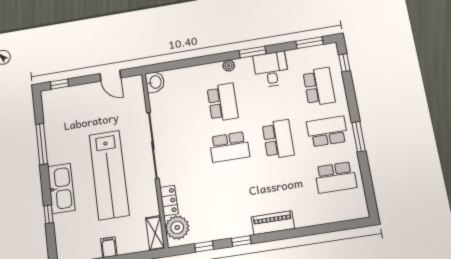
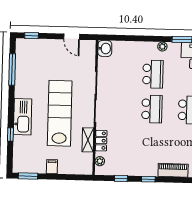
window: (42, 144) -> (12, 70), moved
school desk: (229, 147) -> (152, 109), turned -90
lab bench: (109, 175) -> (60, 113), turned 180
plant: (177, 227) -> (100, 161), width x0.53, depth x0.53
shelving: (155, 233) -> (88, 140), moved

